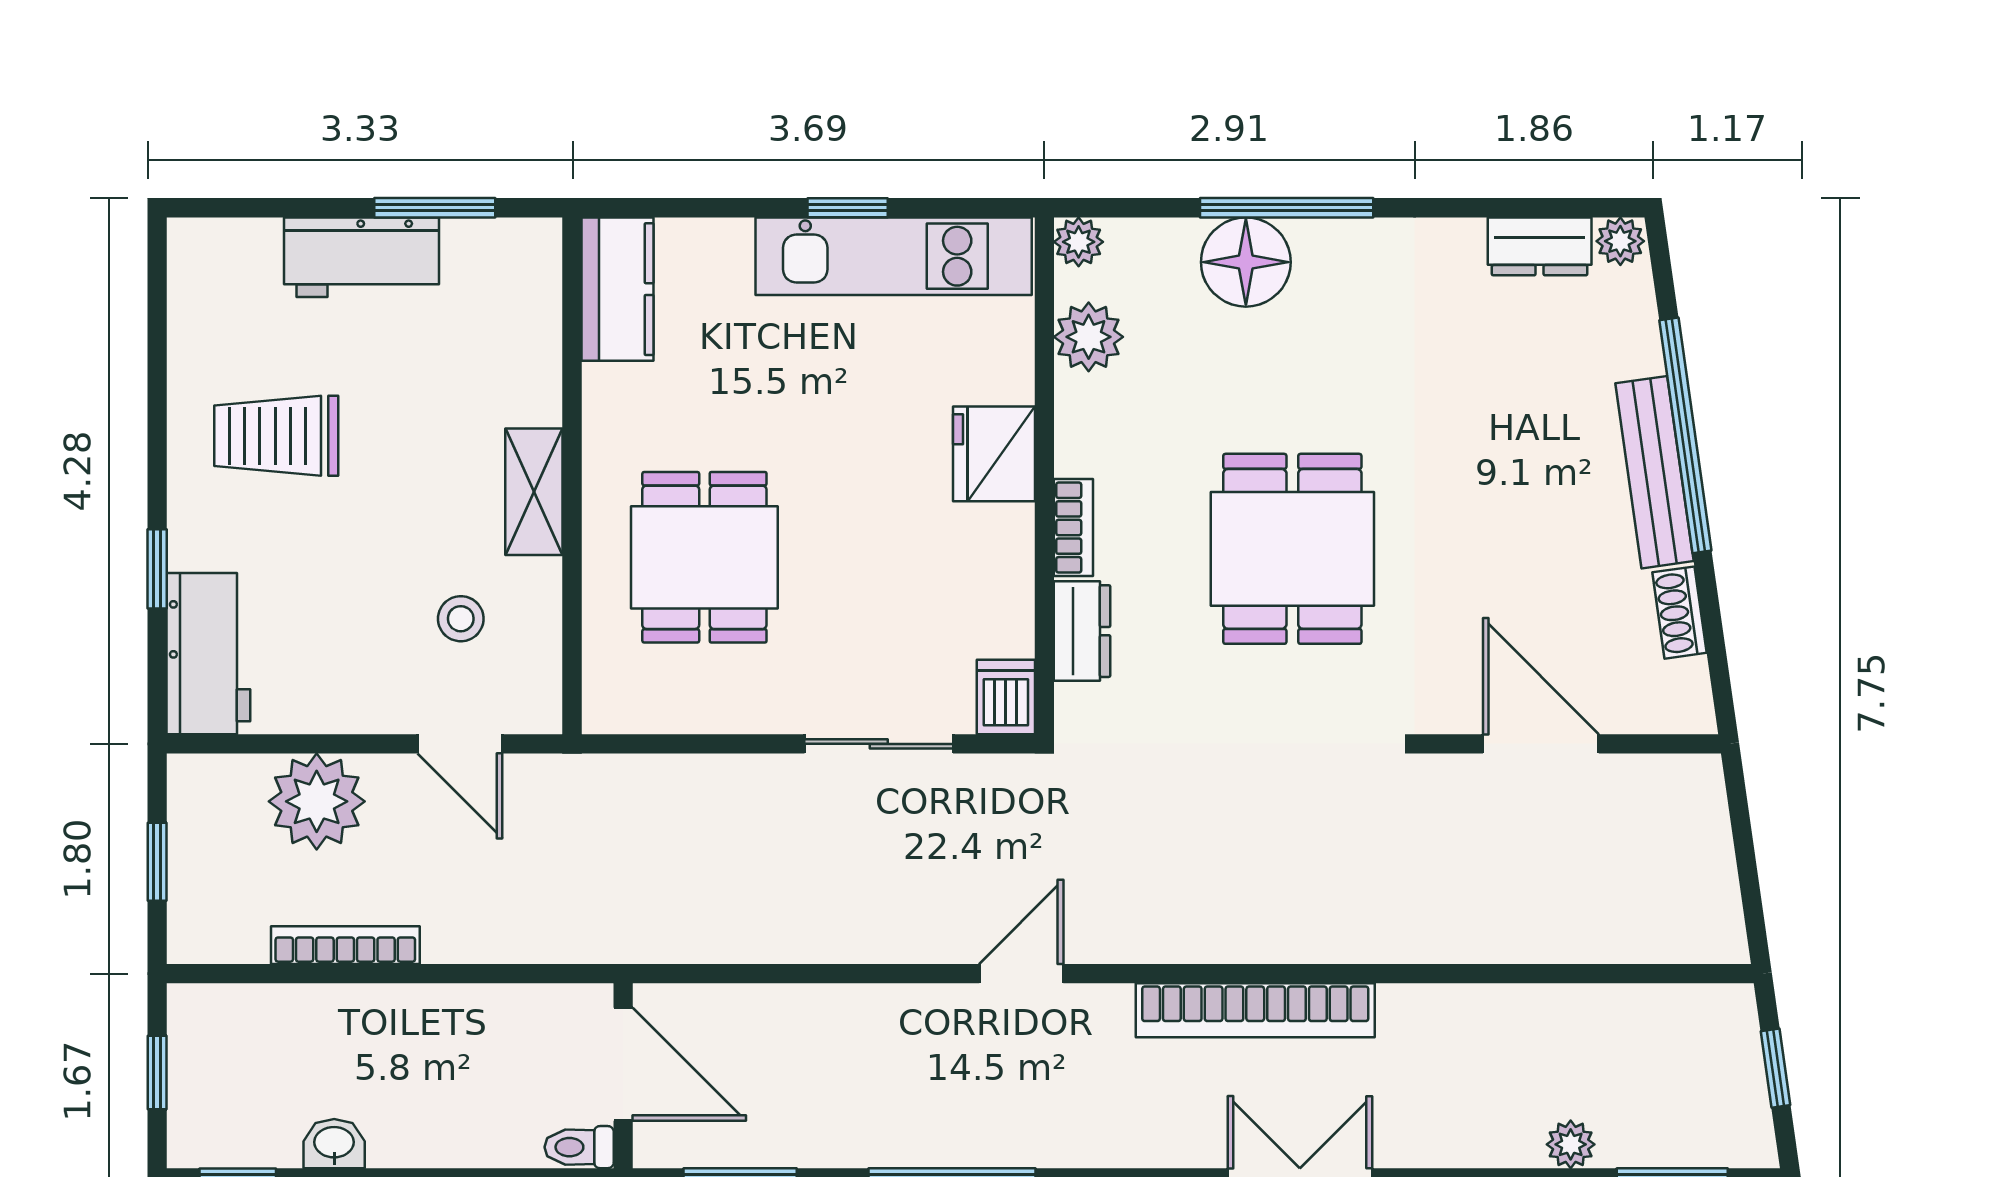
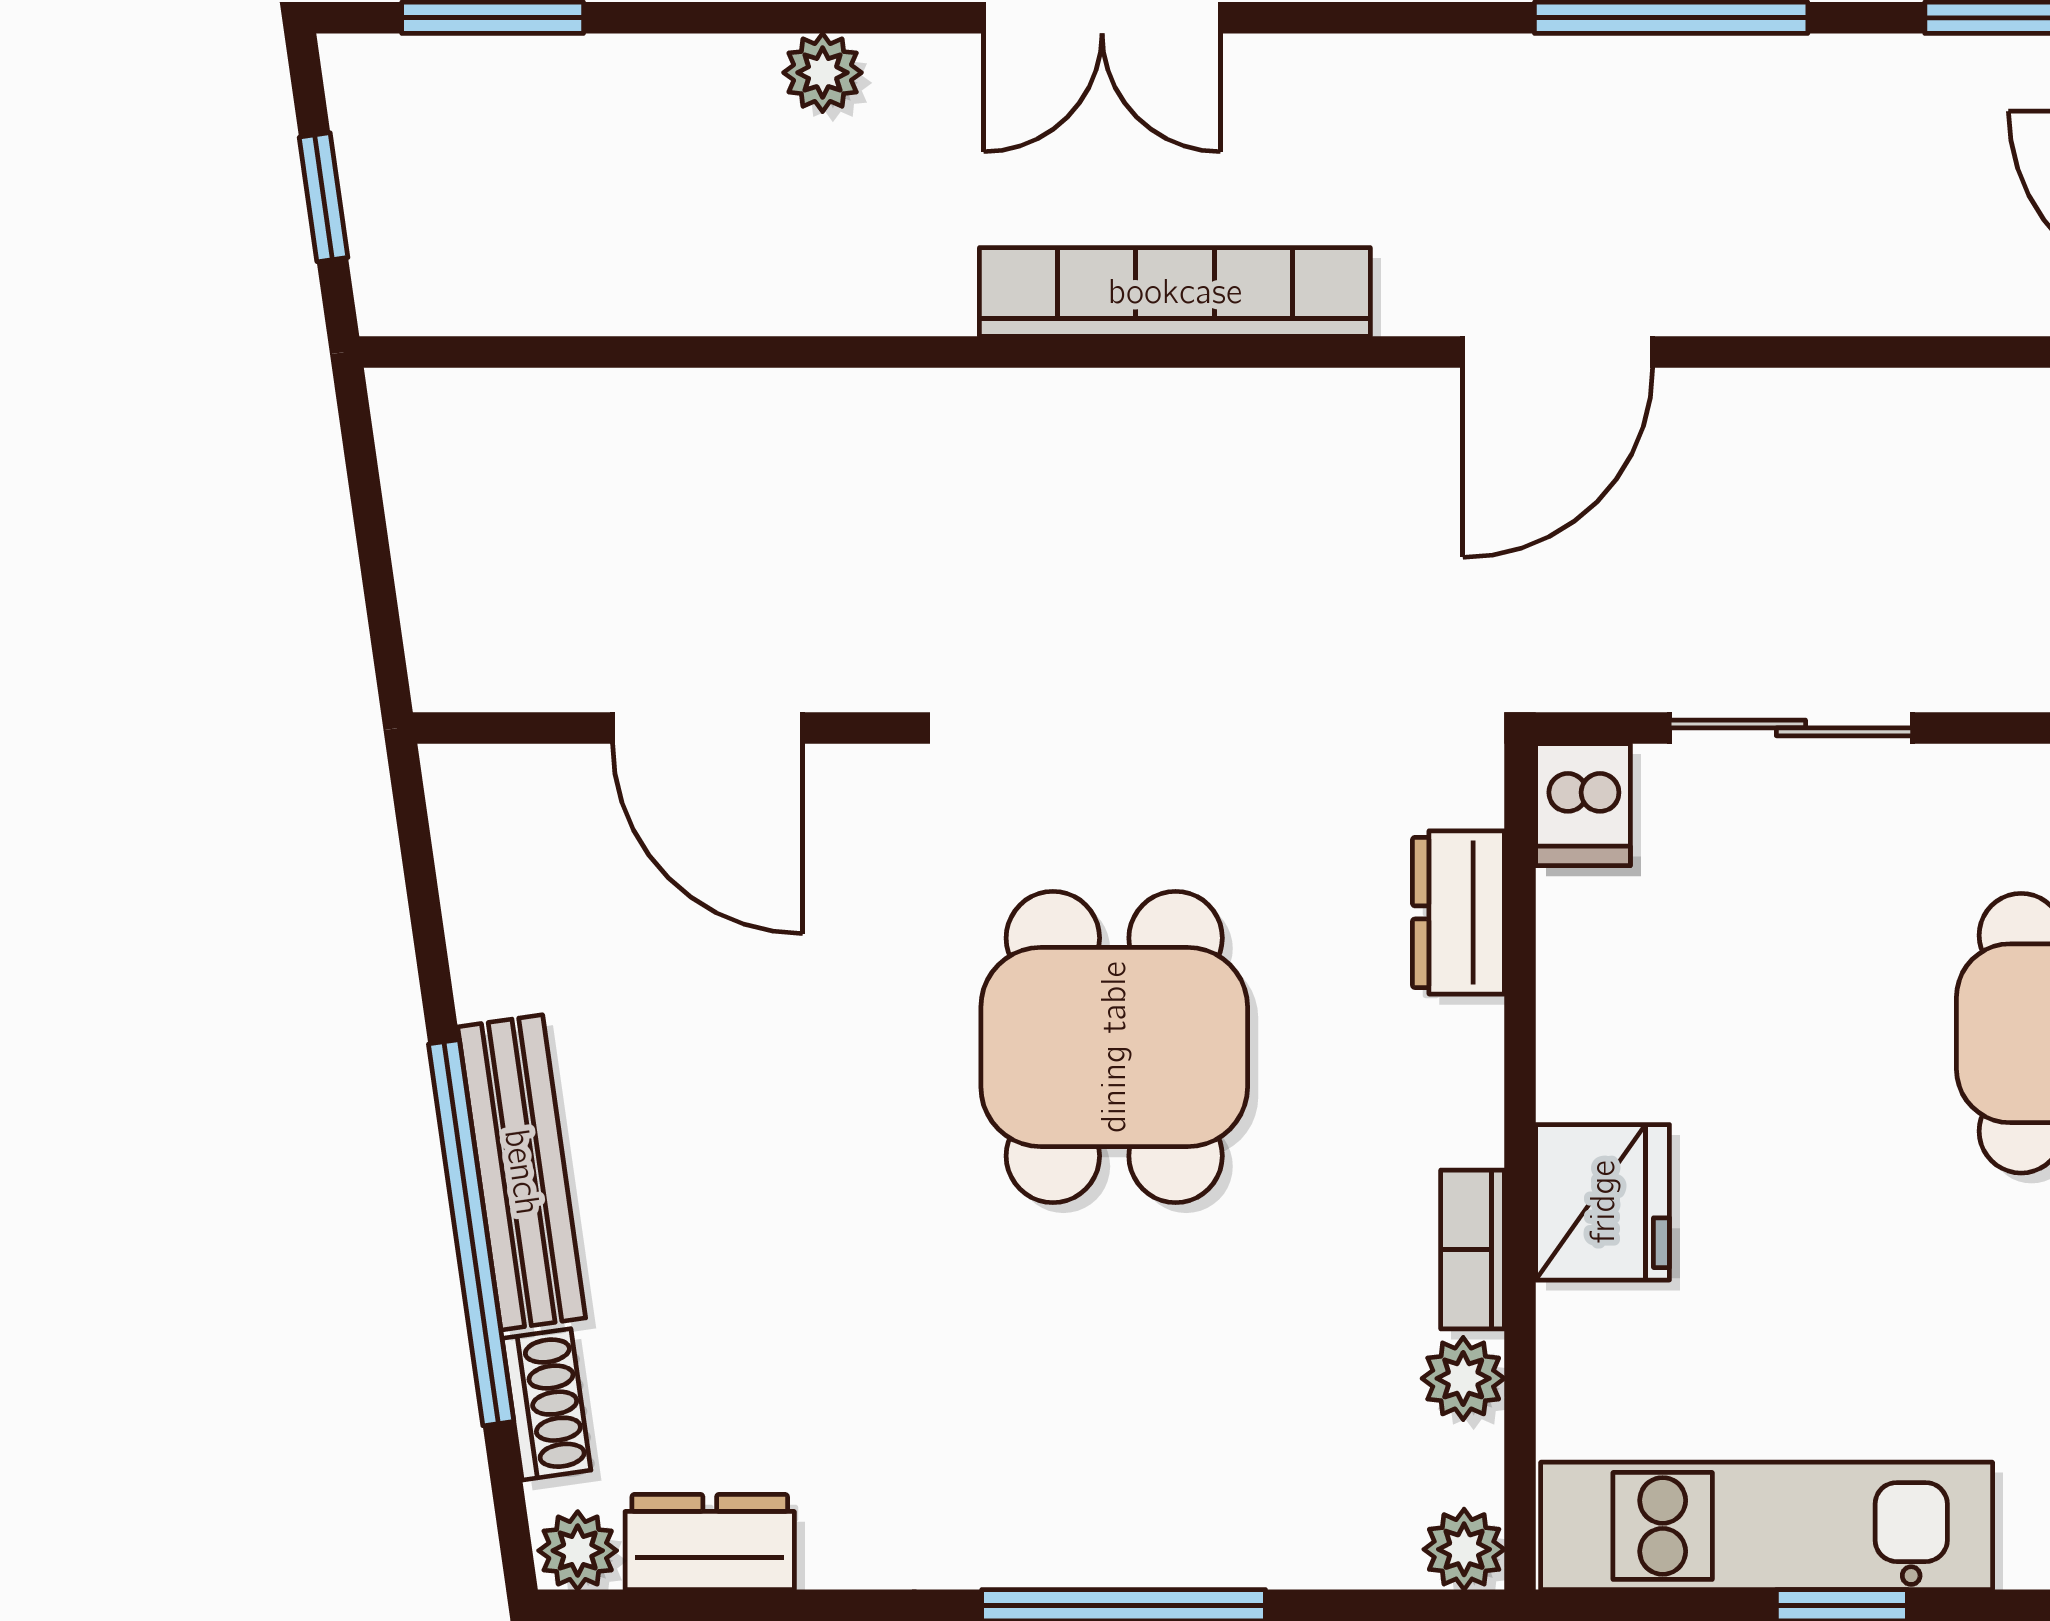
floor lamp: (1246, 262) -> (1190, 1516), removed
plant: (1089, 337) -> (1463, 1378), width x0.73, depth x0.73
bookcase: (1073, 528) -> (1473, 1250), moved
shoe rack: (1680, 613) -> (546, 1404), moved
door: (1021, 974) -> (1558, 352), width x1.38
plant: (1571, 1144) -> (823, 73), moved

